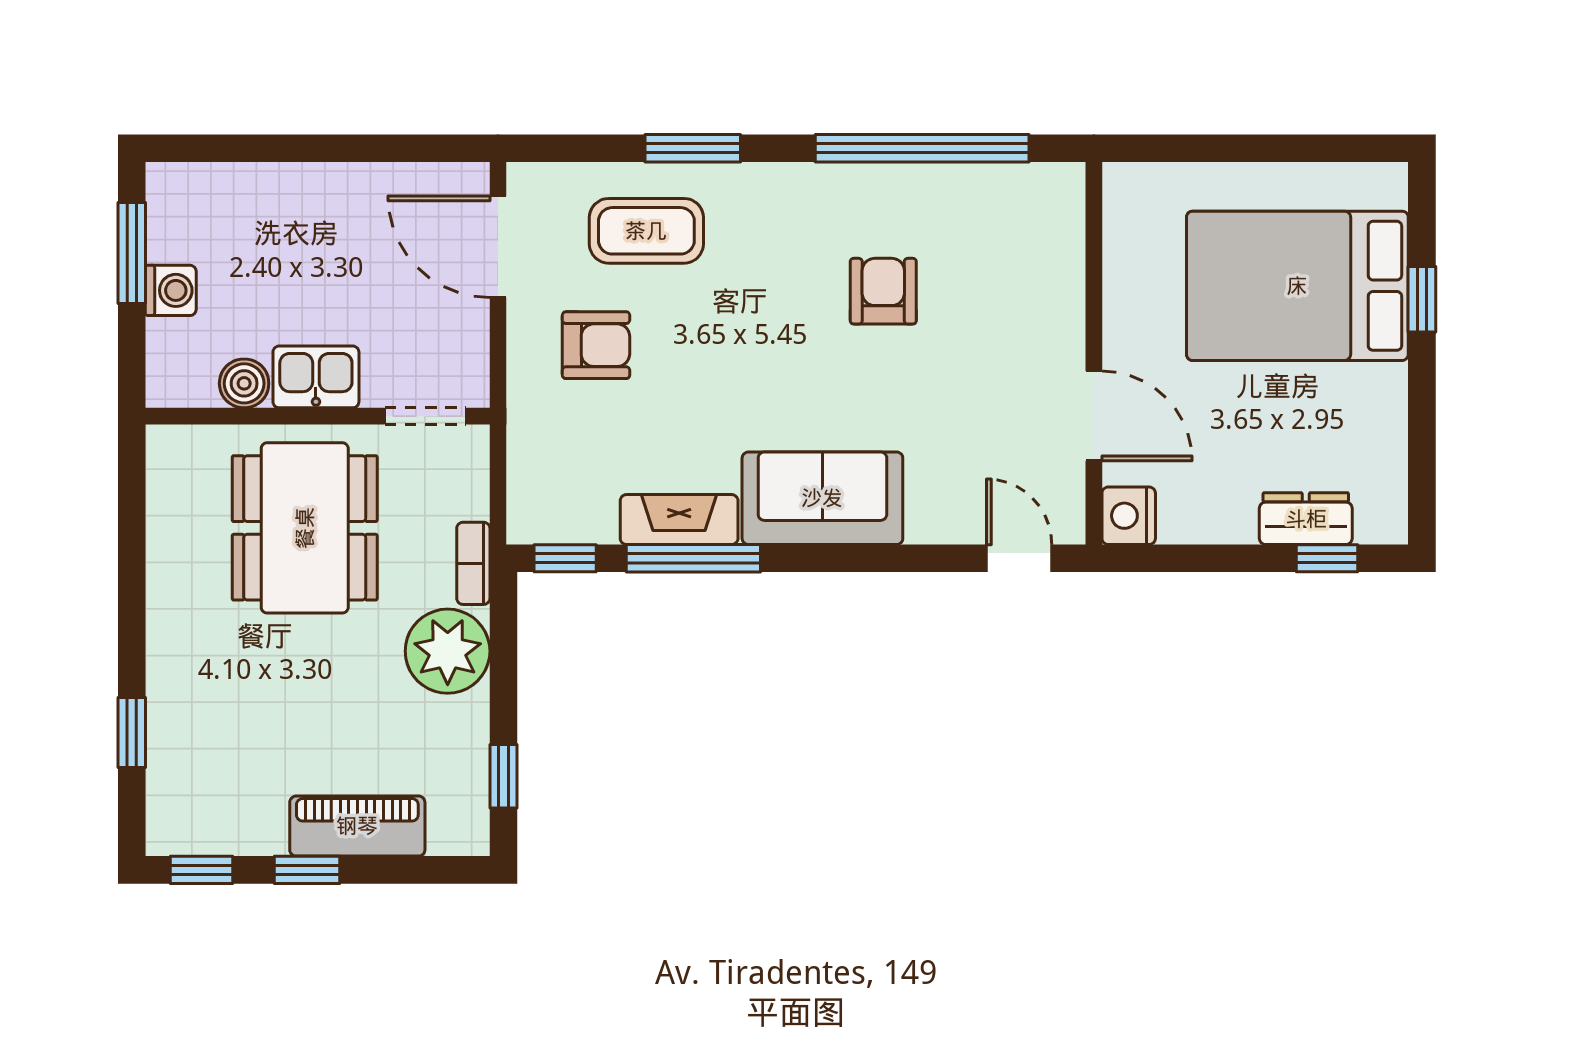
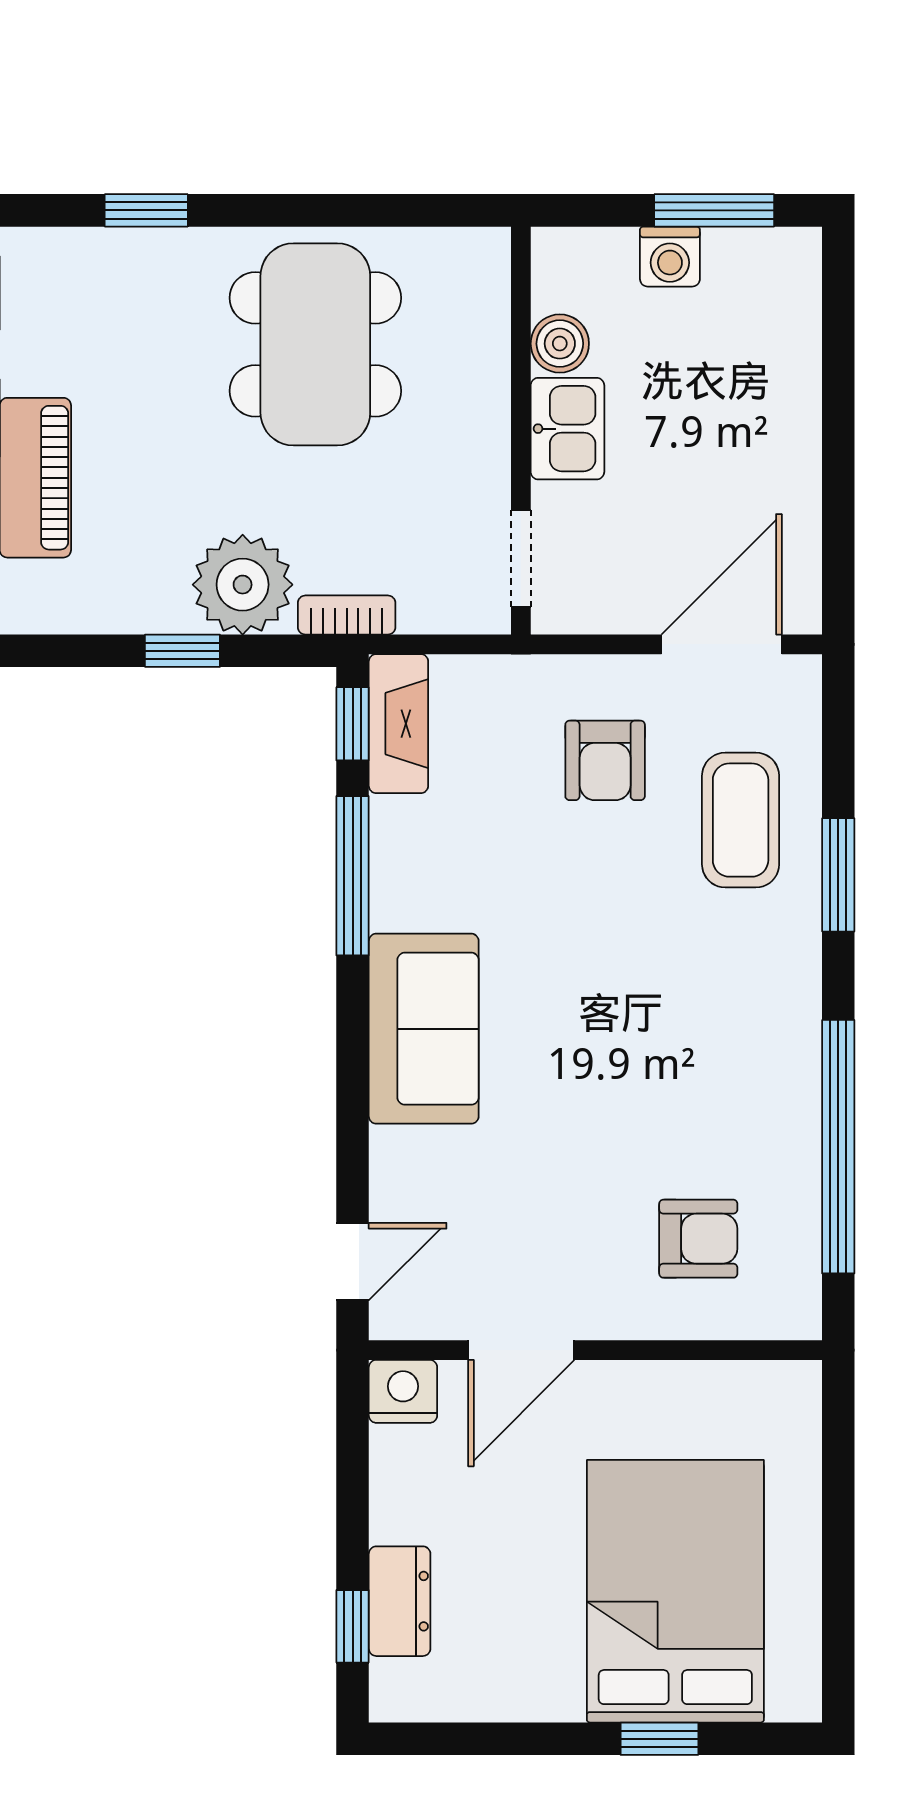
armchair: (883, 291) -> (698, 1239), moved
fireplace: (679, 520) -> (398, 724), moved
dining table: (305, 528) -> (315, 344), moved, turned 90
window: (503, 776) -> (182, 651), moved

